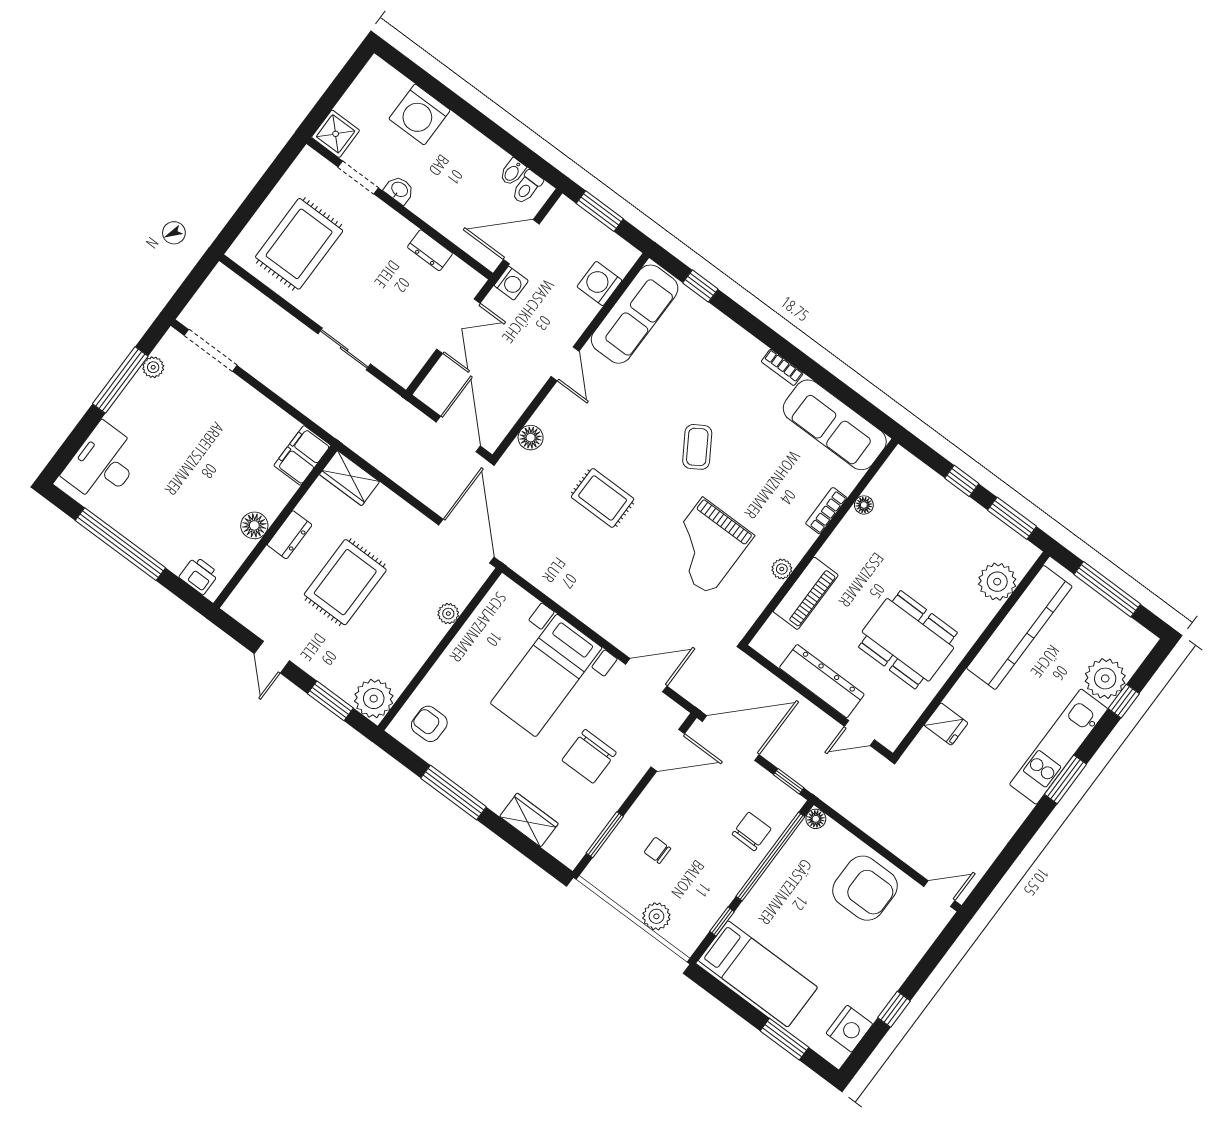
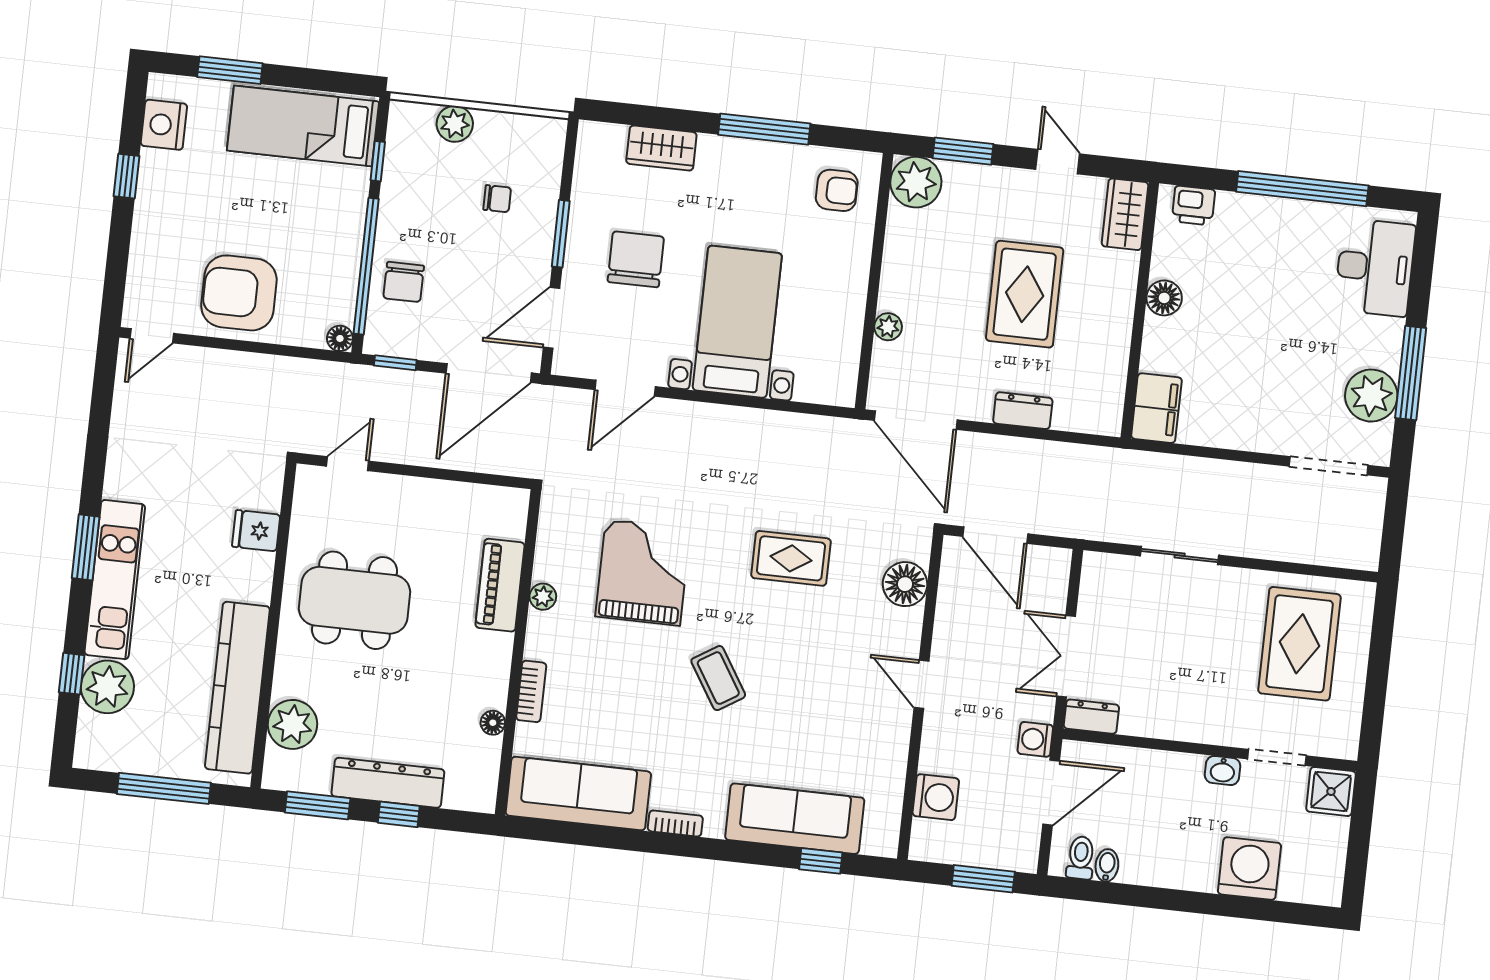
dresser: (430, 250) -> (1091, 717), moved
sofa: (635, 314) -> (795, 819), moved, turned 90
plant: (153, 367) -> (1371, 396), width x1.88, depth x1.88
floor lamp: (531, 438) -> (905, 584), width x1.38, depth x1.38
wardrobe: (349, 478) -> (1125, 214), moved, turned -90
dresser: (290, 535) -> (1023, 411), moved, turned 90
dresser: (822, 681) -> (388, 783), moved, turned 180
window: (605, 835) -> (561, 234), moved

